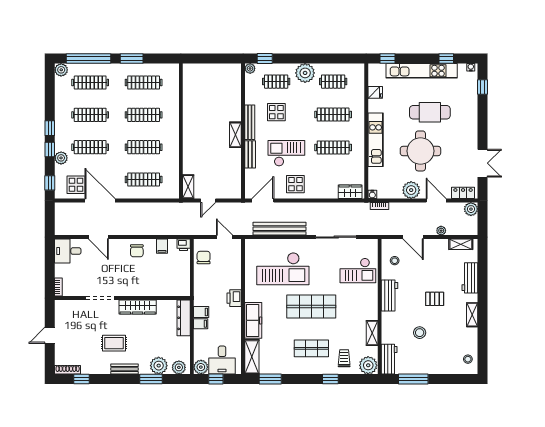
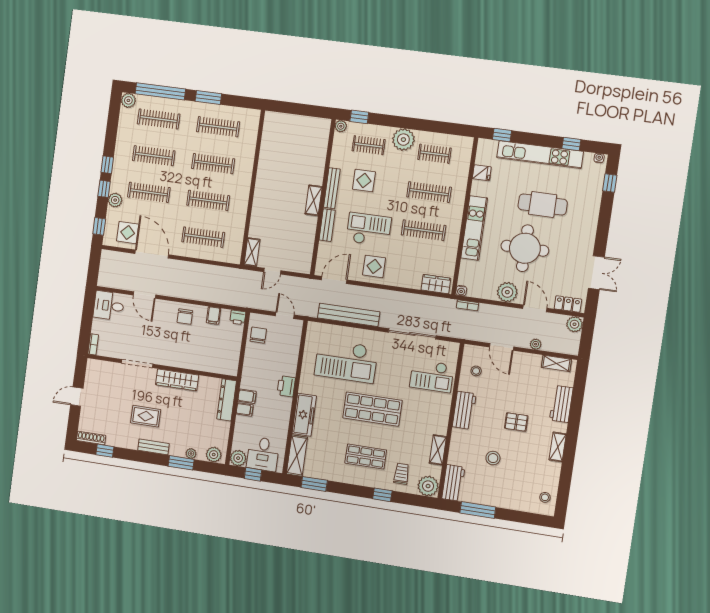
plant: (159, 366) -> (191, 454), width x0.53, depth x0.53

